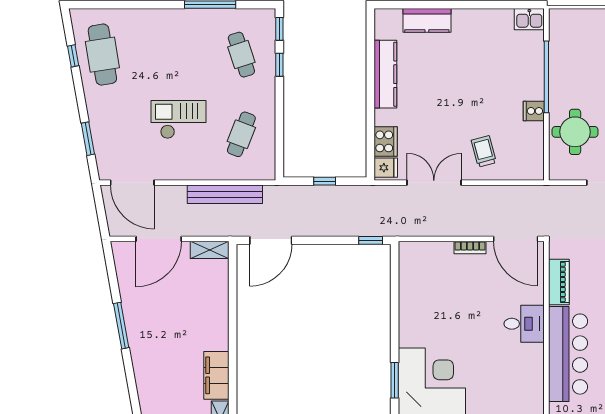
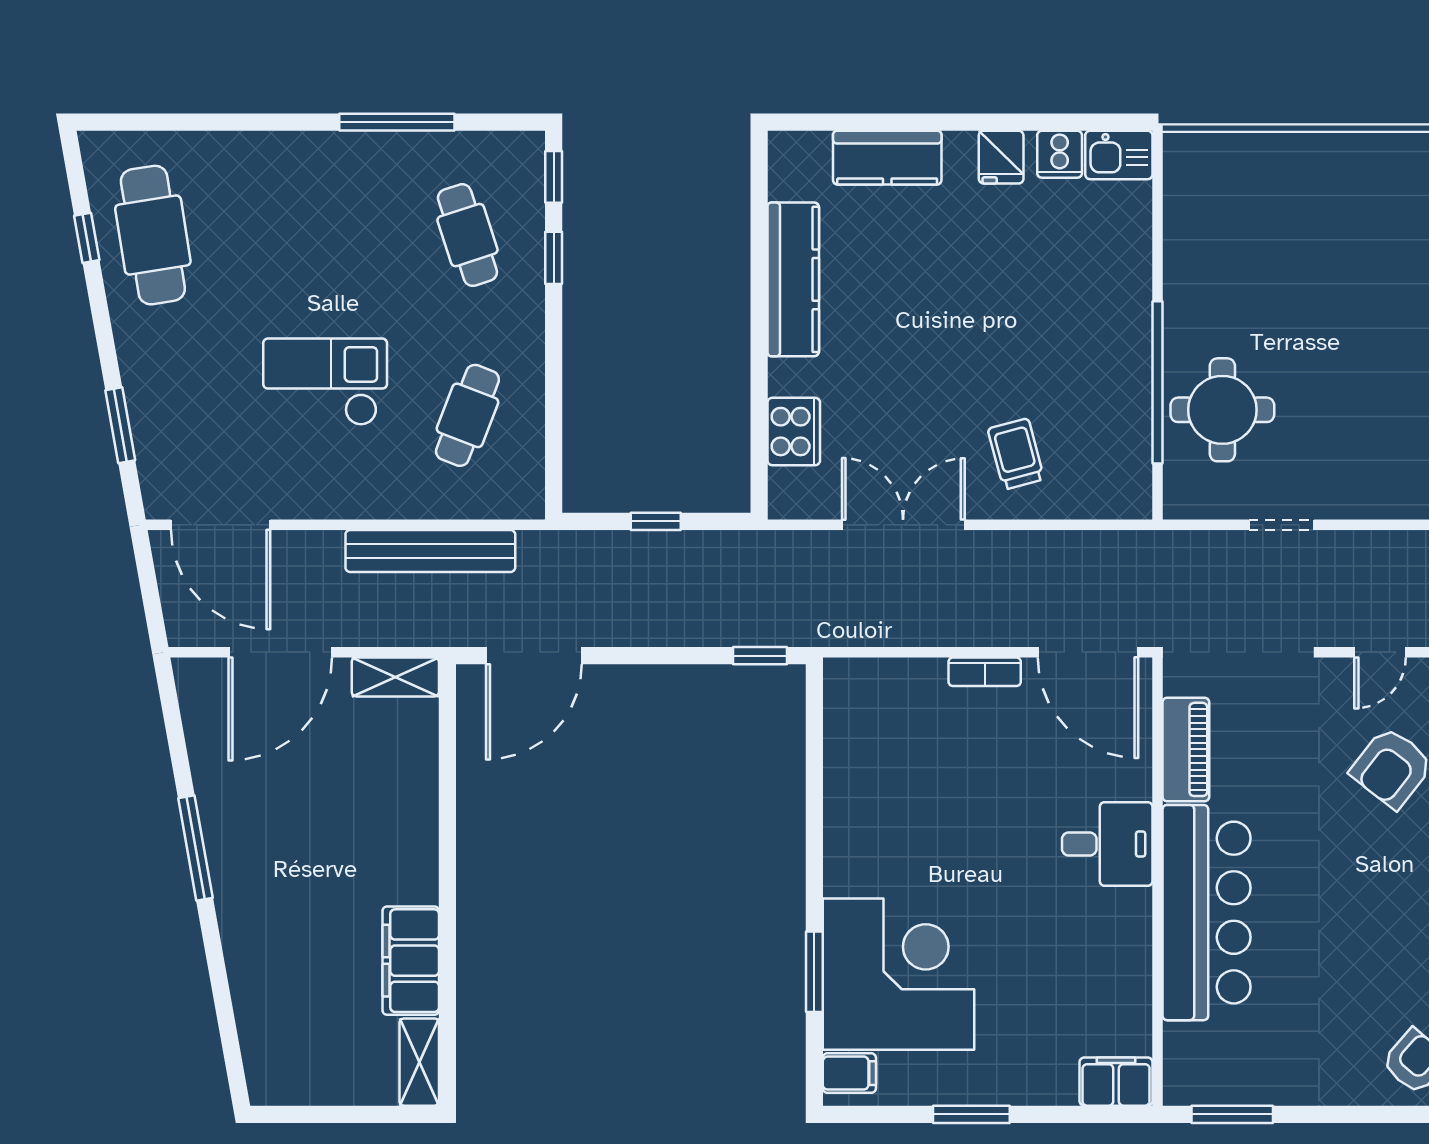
window: (546, 77) -> (1157, 382), moved
cooker: (534, 111) -> (1060, 154), moved, turned -90
fridge: (386, 168) -> (1001, 157), moved, turned 90

